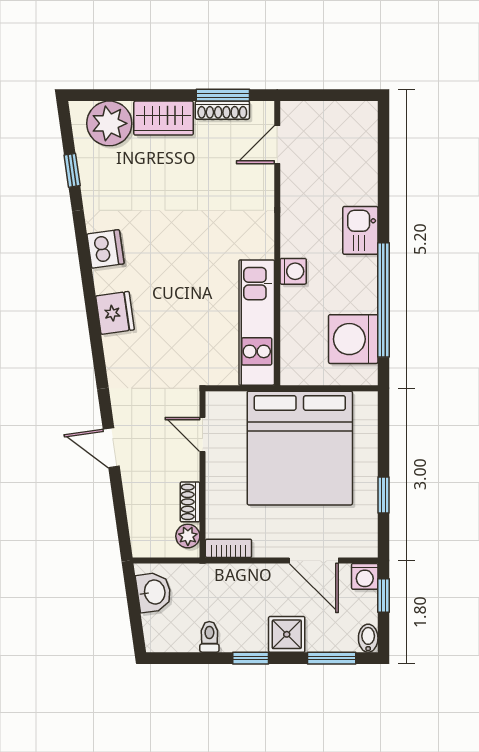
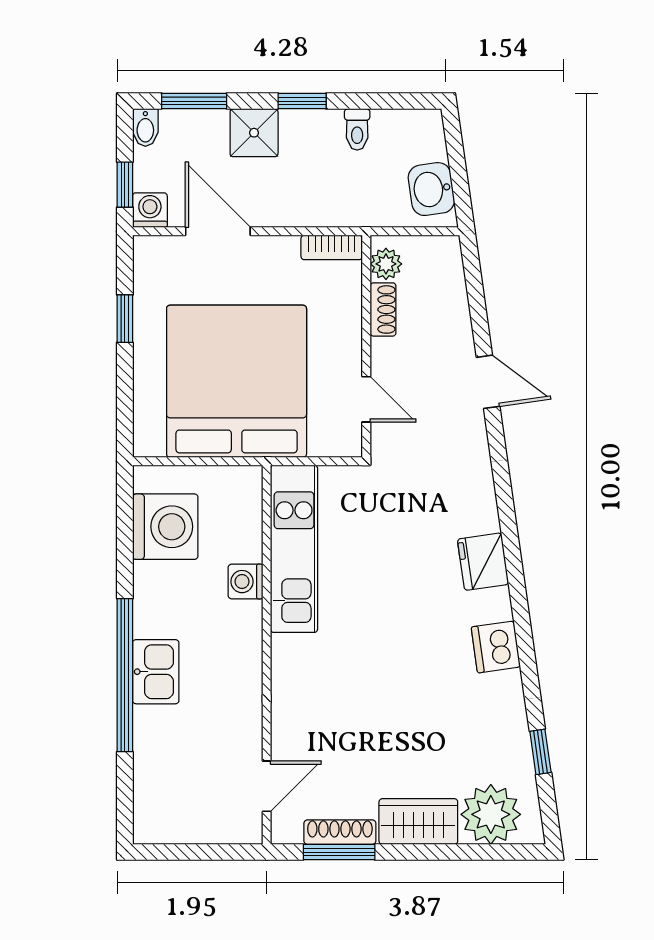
washing machine: (293, 271) -> (245, 582), moved
window: (383, 300) -> (125, 675), moved

